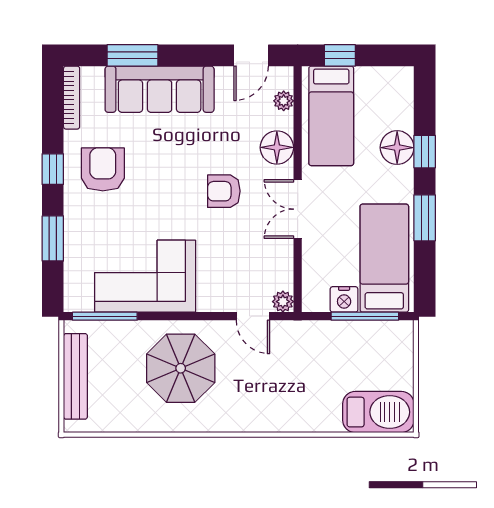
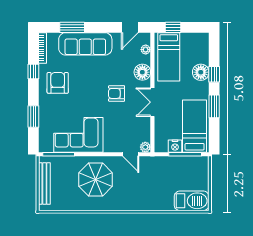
window: (53, 169) -> (33, 71), moved

